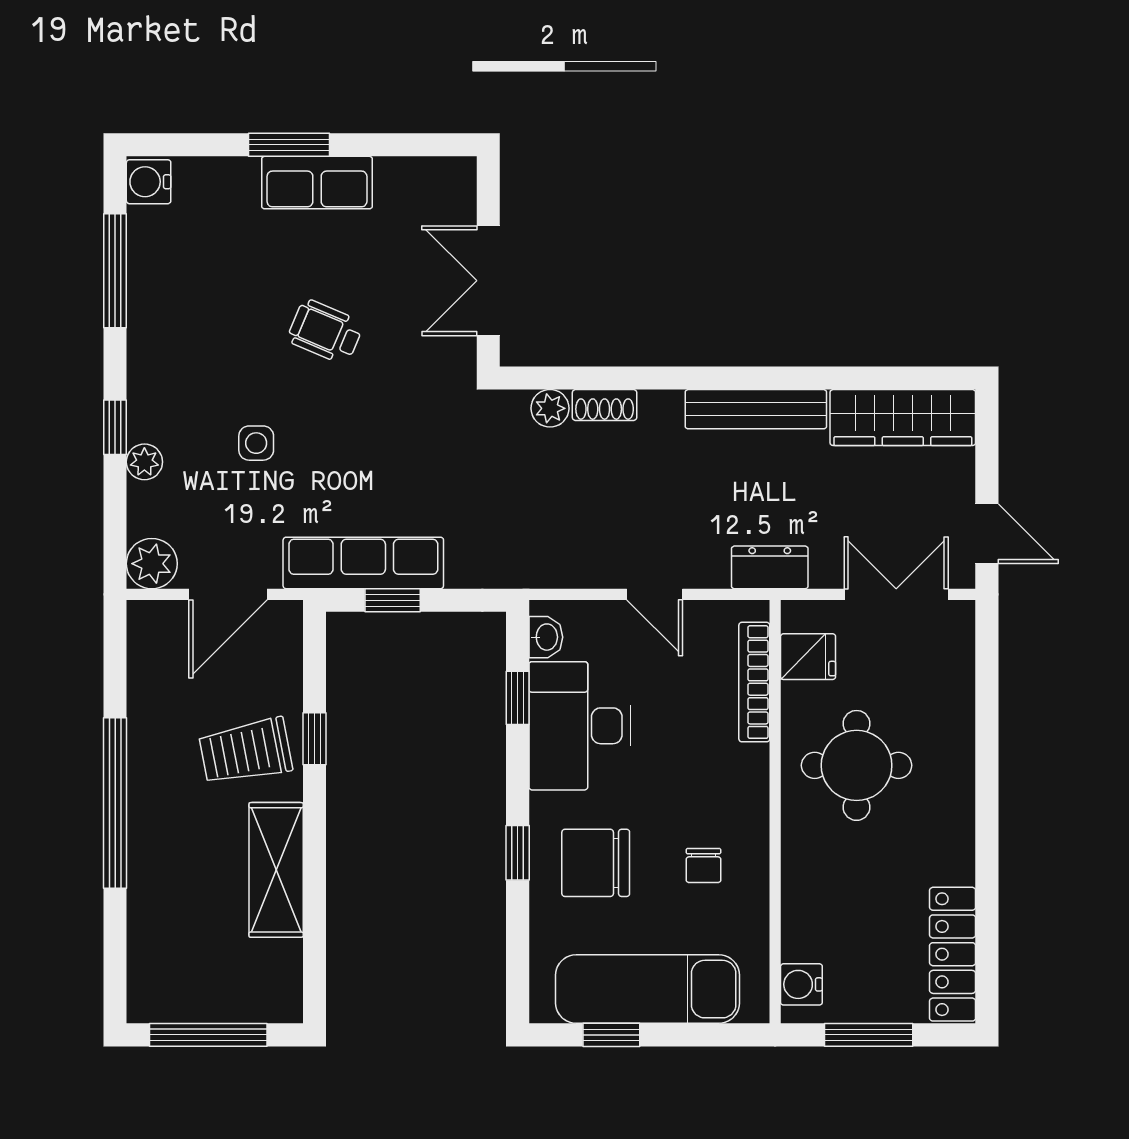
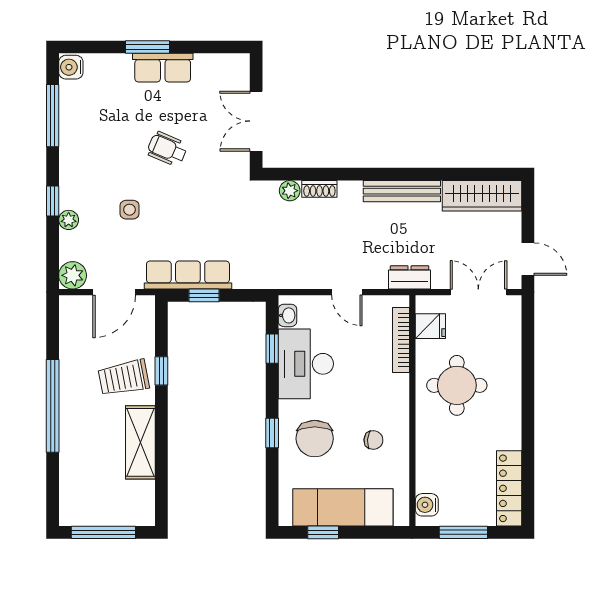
chair: (596, 863) -> (315, 439), turned -90
chair: (703, 866) -> (373, 440), turned -86

